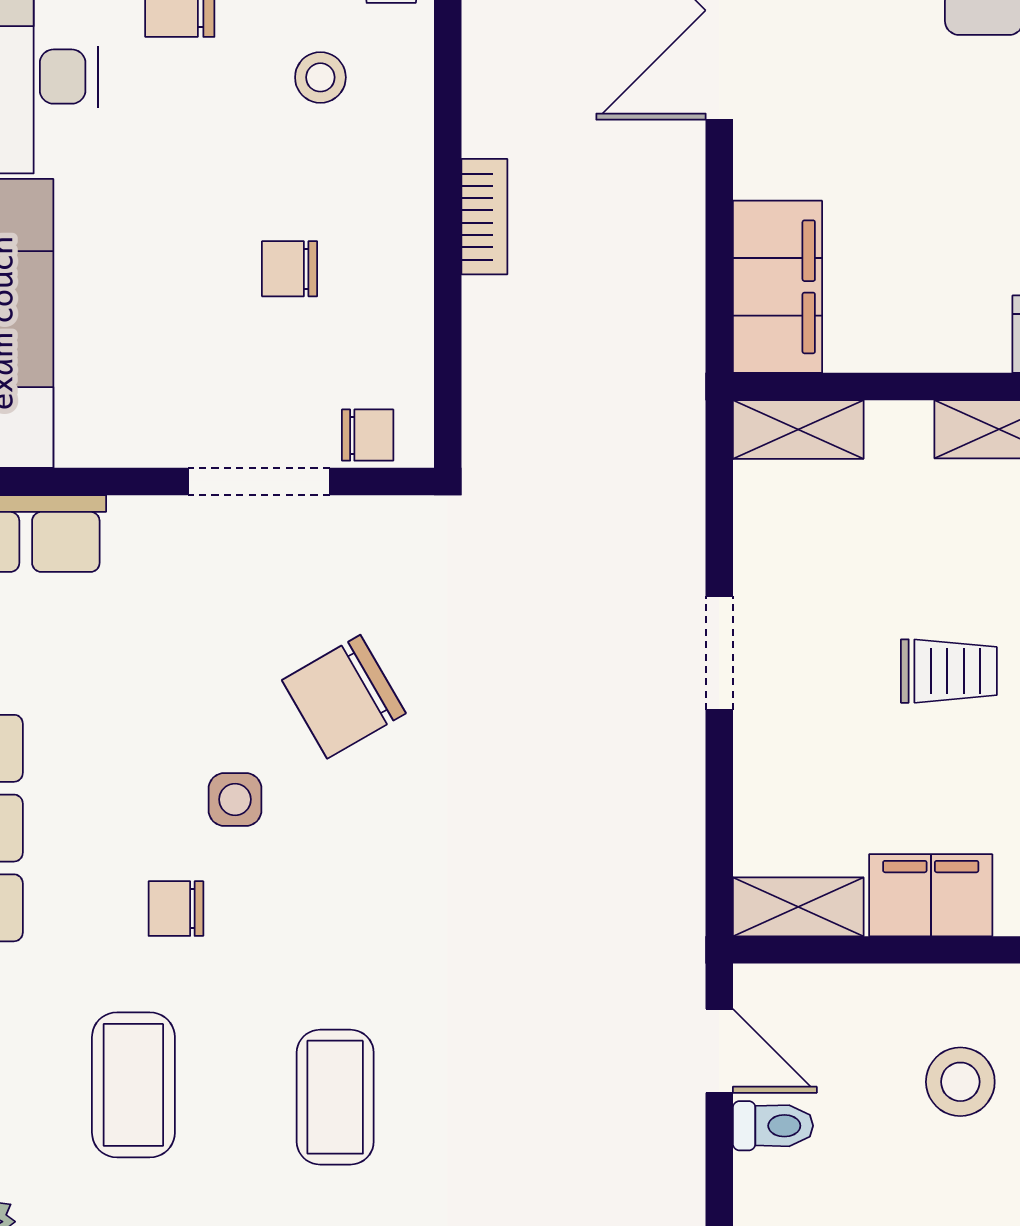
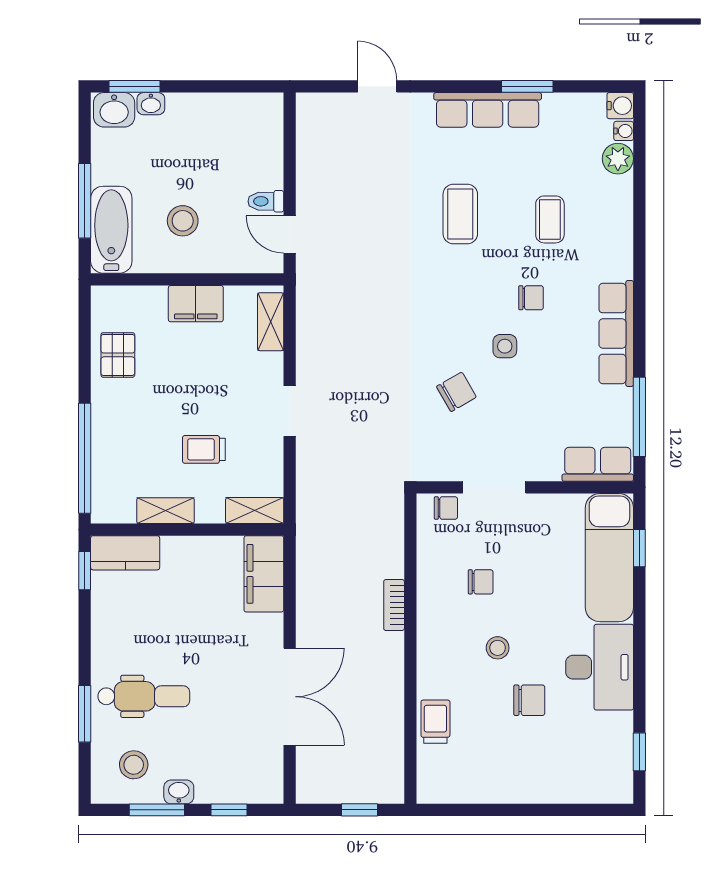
stool: (320, 77) -> (498, 648), moved
chair: (368, 435) -> (446, 508), turned 180
trolley: (949, 671) -> (204, 449), moved
chair: (344, 697) -> (456, 392), width x0.73, depth x0.73
shelving: (798, 907) -> (271, 322), moved, turned 90
coffee table: (133, 1085) -> (550, 219), width x0.73, depth x0.77

